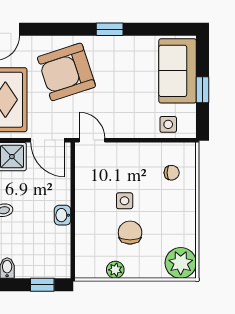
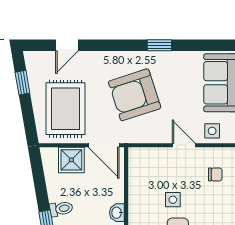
armchair: (66, 72) -> (135, 95), moved
door: (92, 140) -> (184, 145), moved

